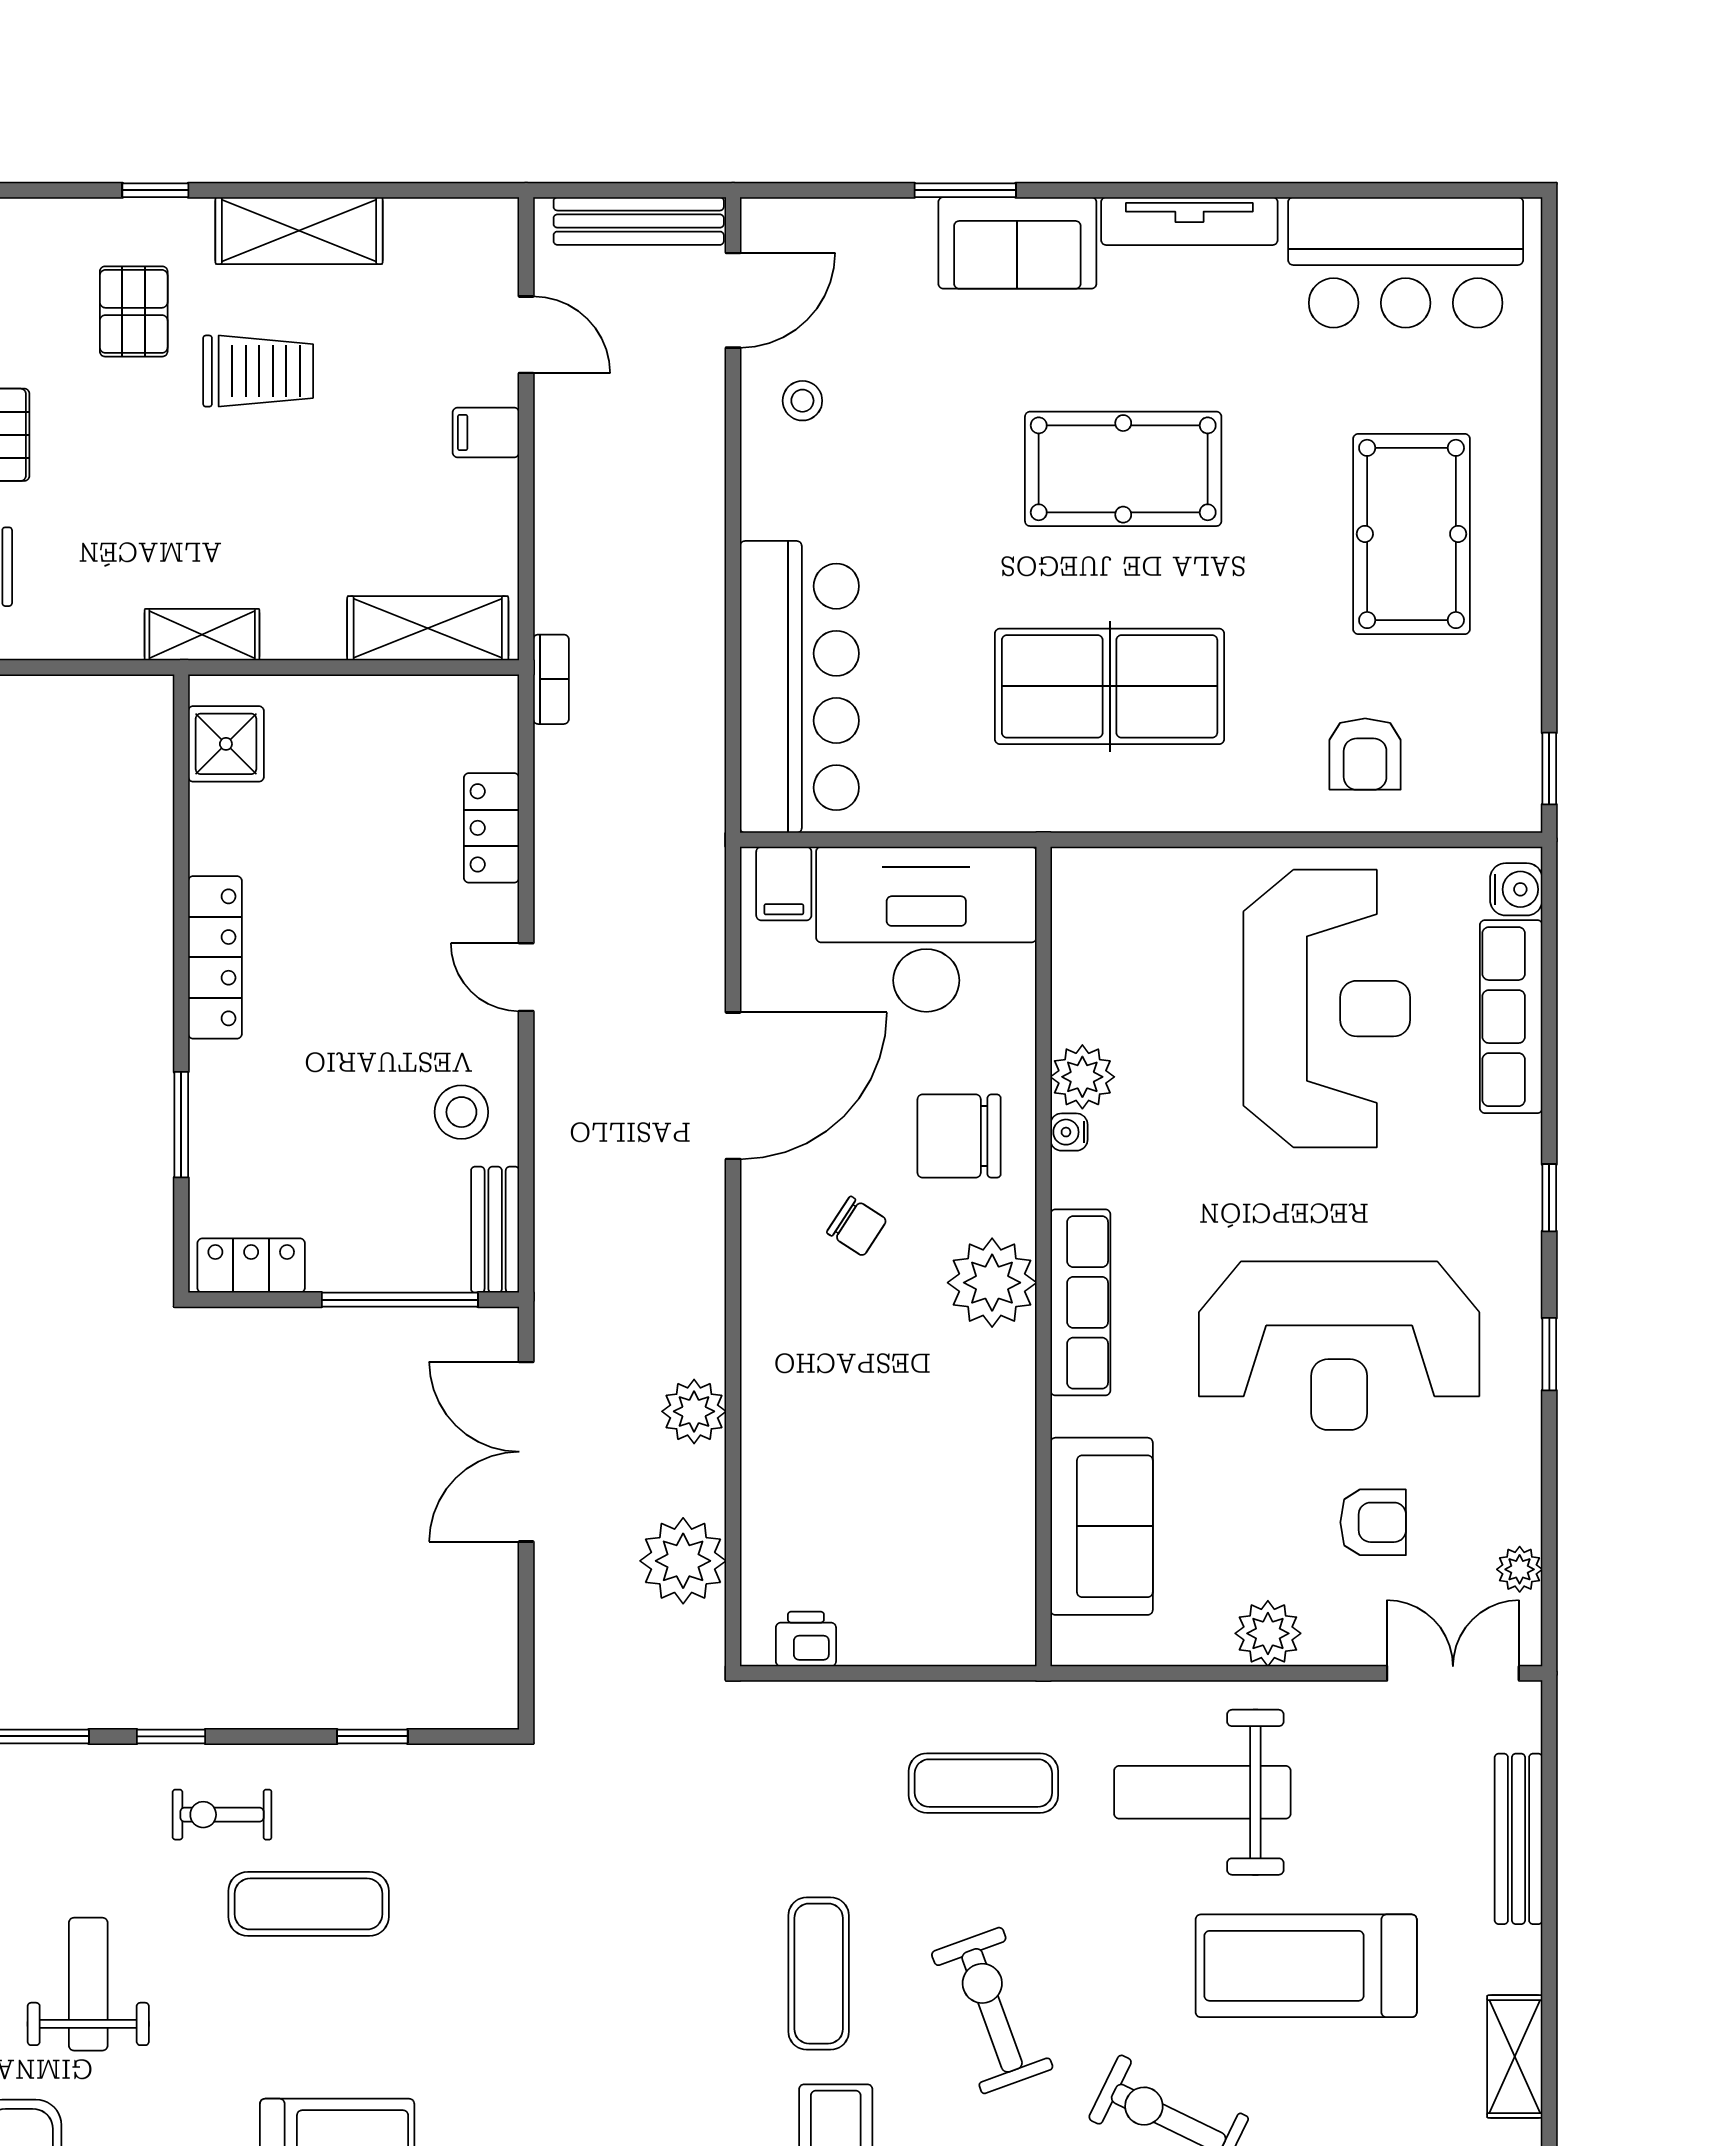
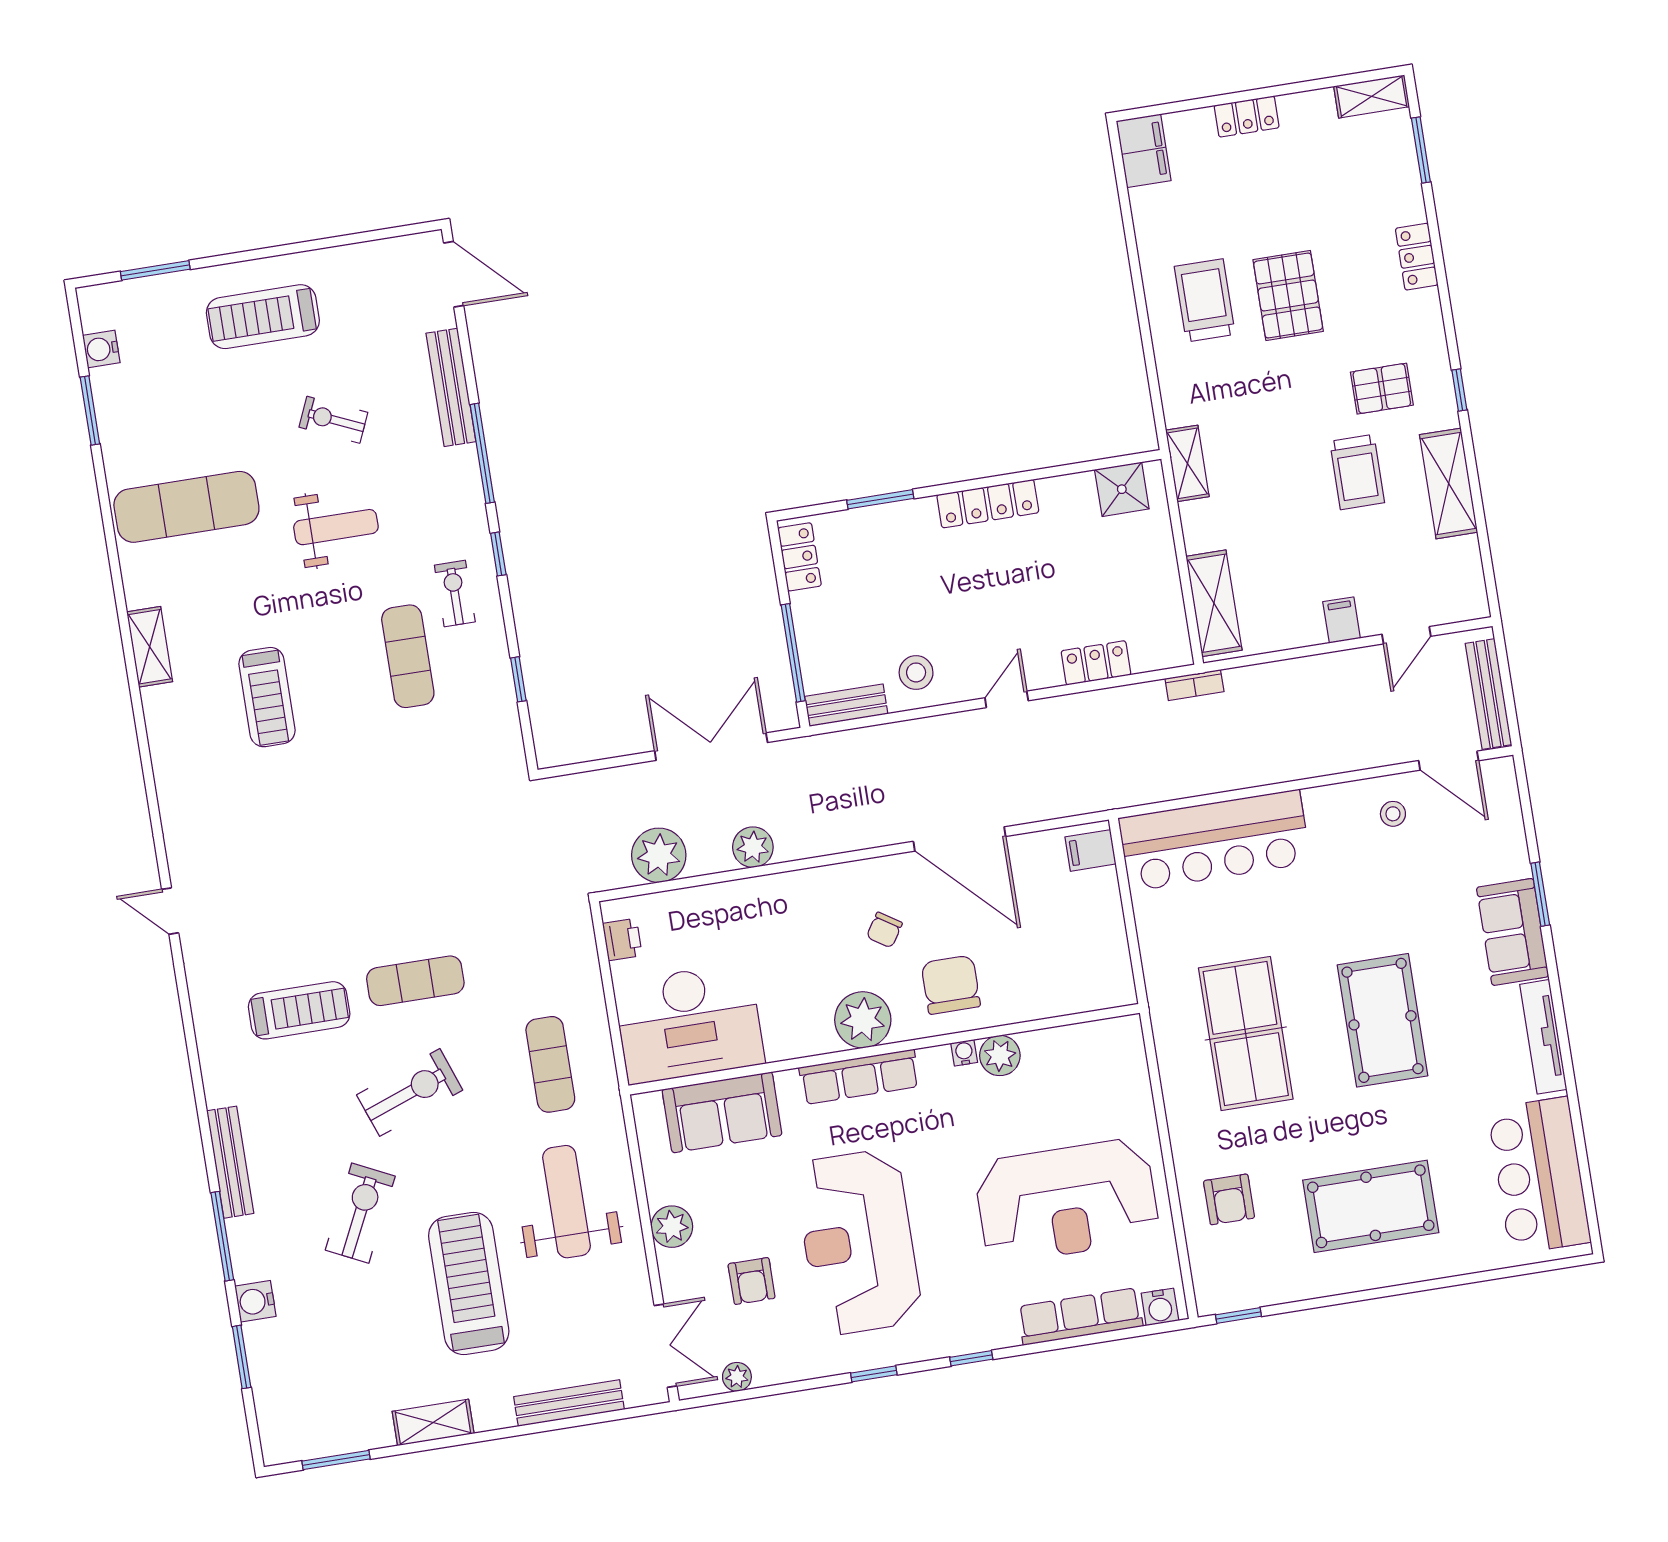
armchair: (1365, 754) -> (1229, 1199), turned -90
desk: (926, 929) -> (689, 1023), moved, turned 90

